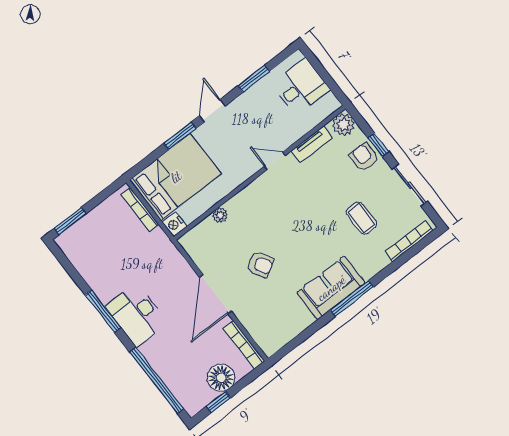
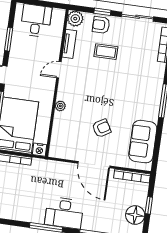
plant: (220, 215) -> (60, 106), moved
coffee table: (362, 218) -> (106, 52), moved
sofa: (331, 288) -> (143, 142), moved
floor lamp: (221, 378) -> (135, 215), moved
window: (218, 402) -> (149, 205), moved

